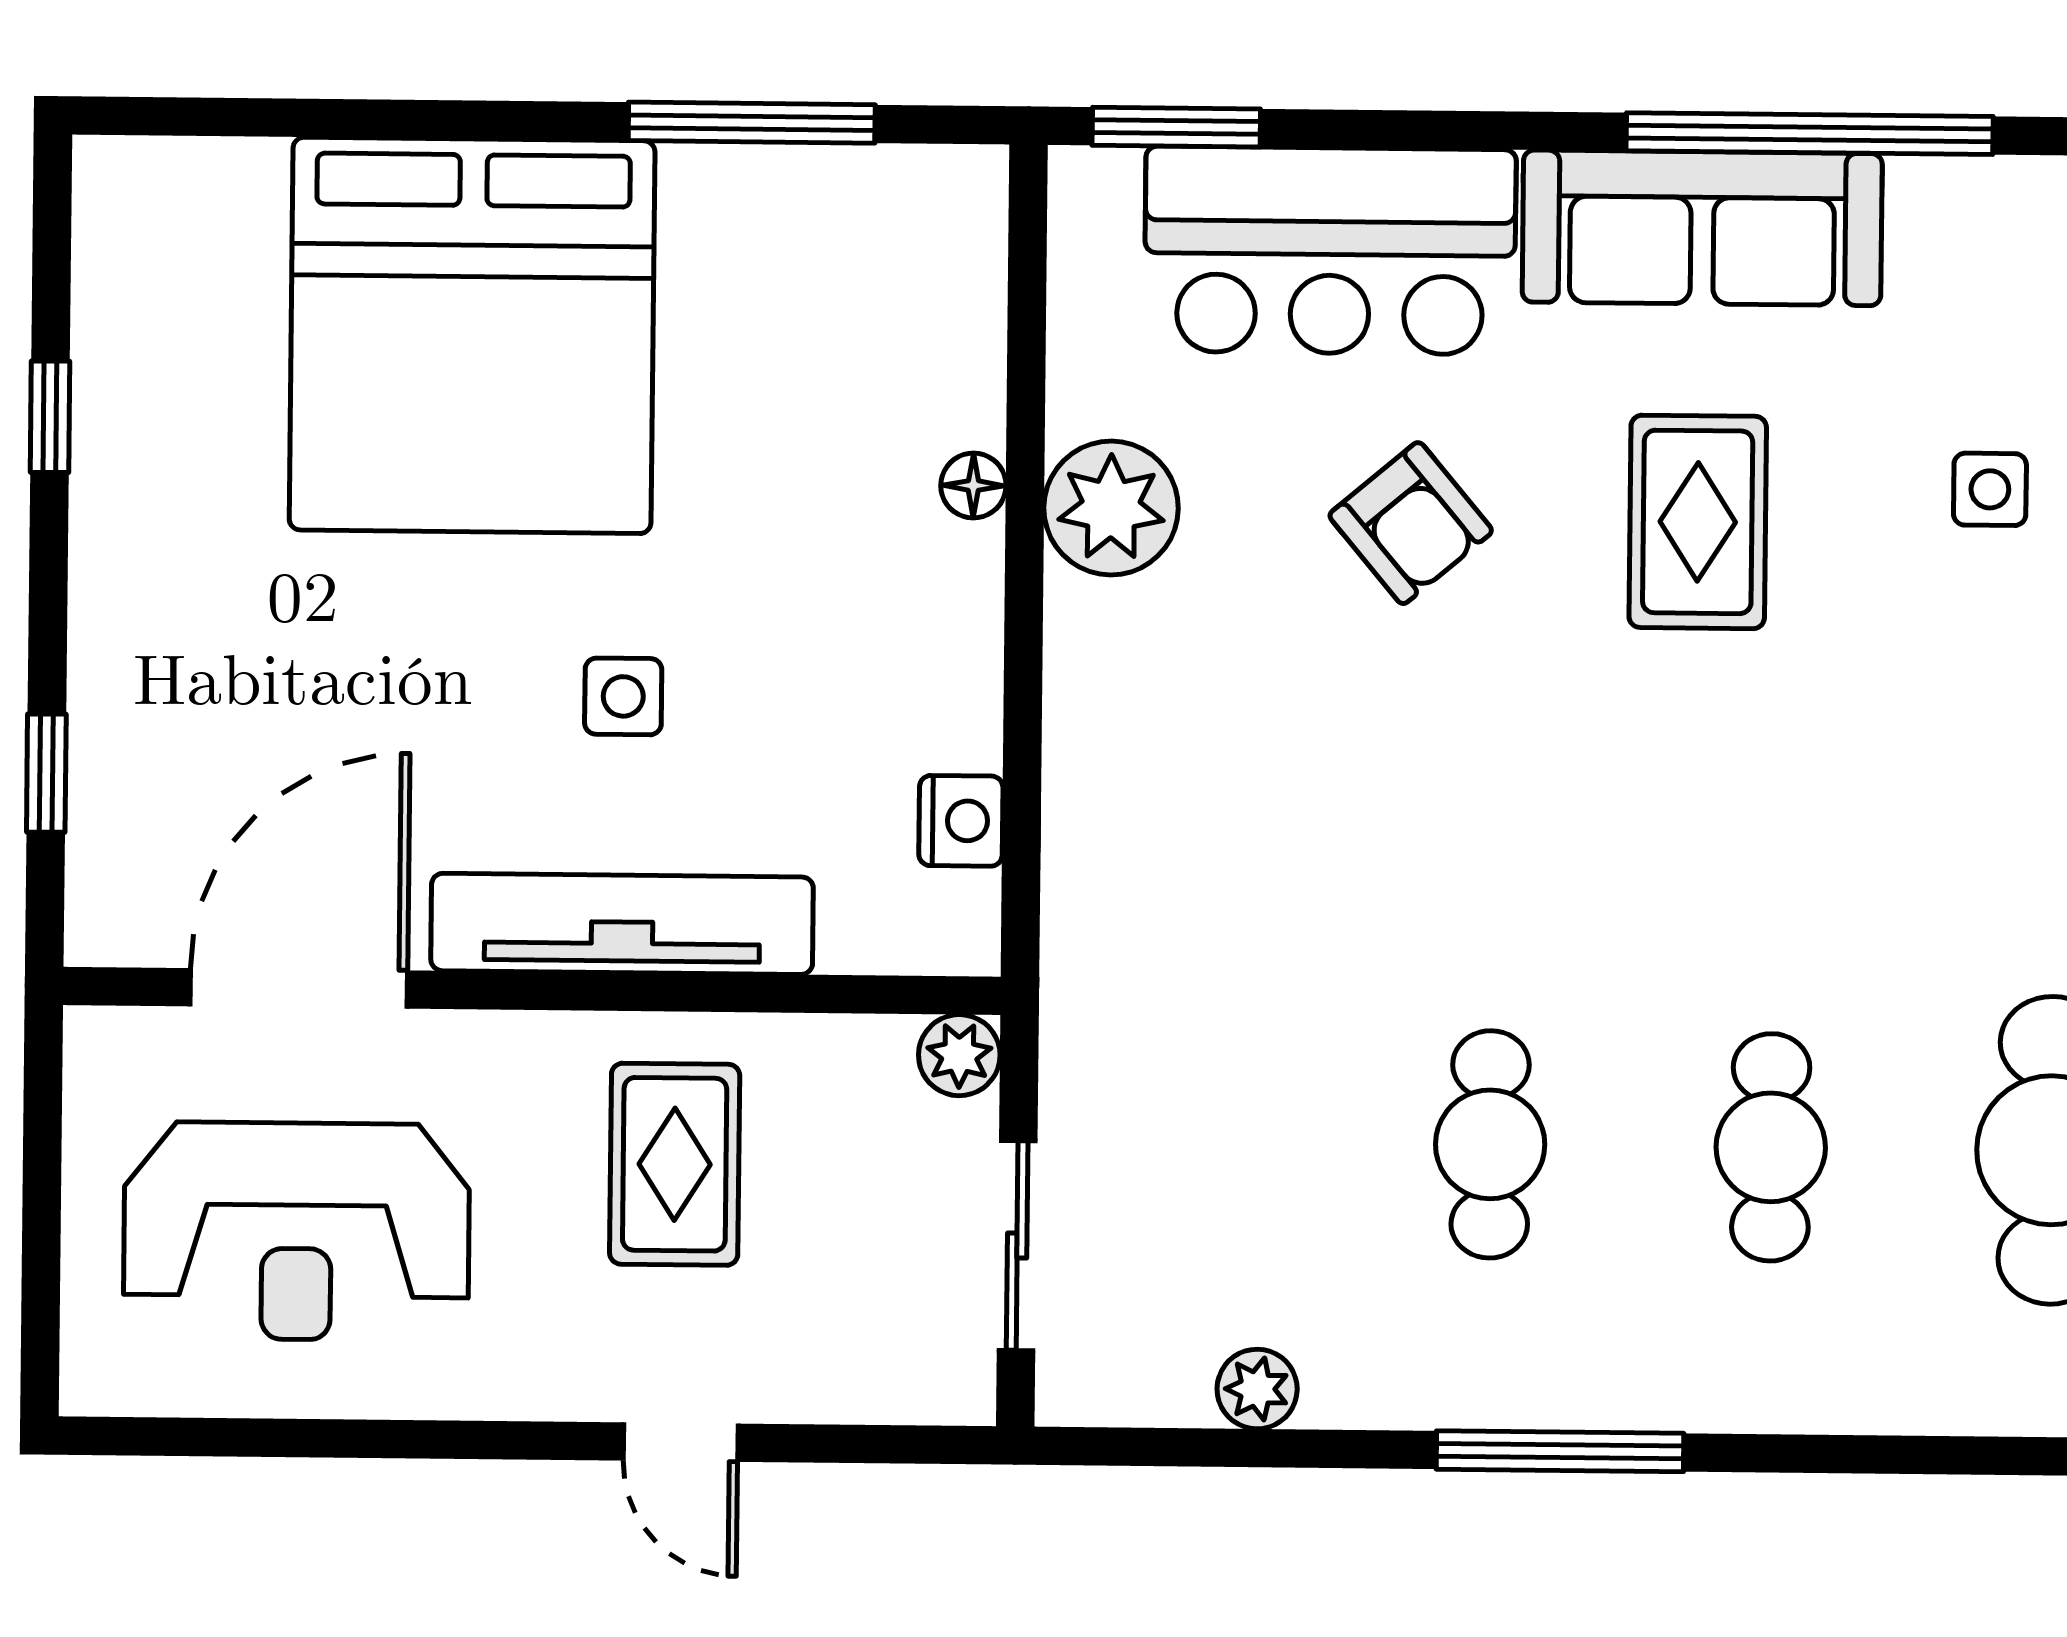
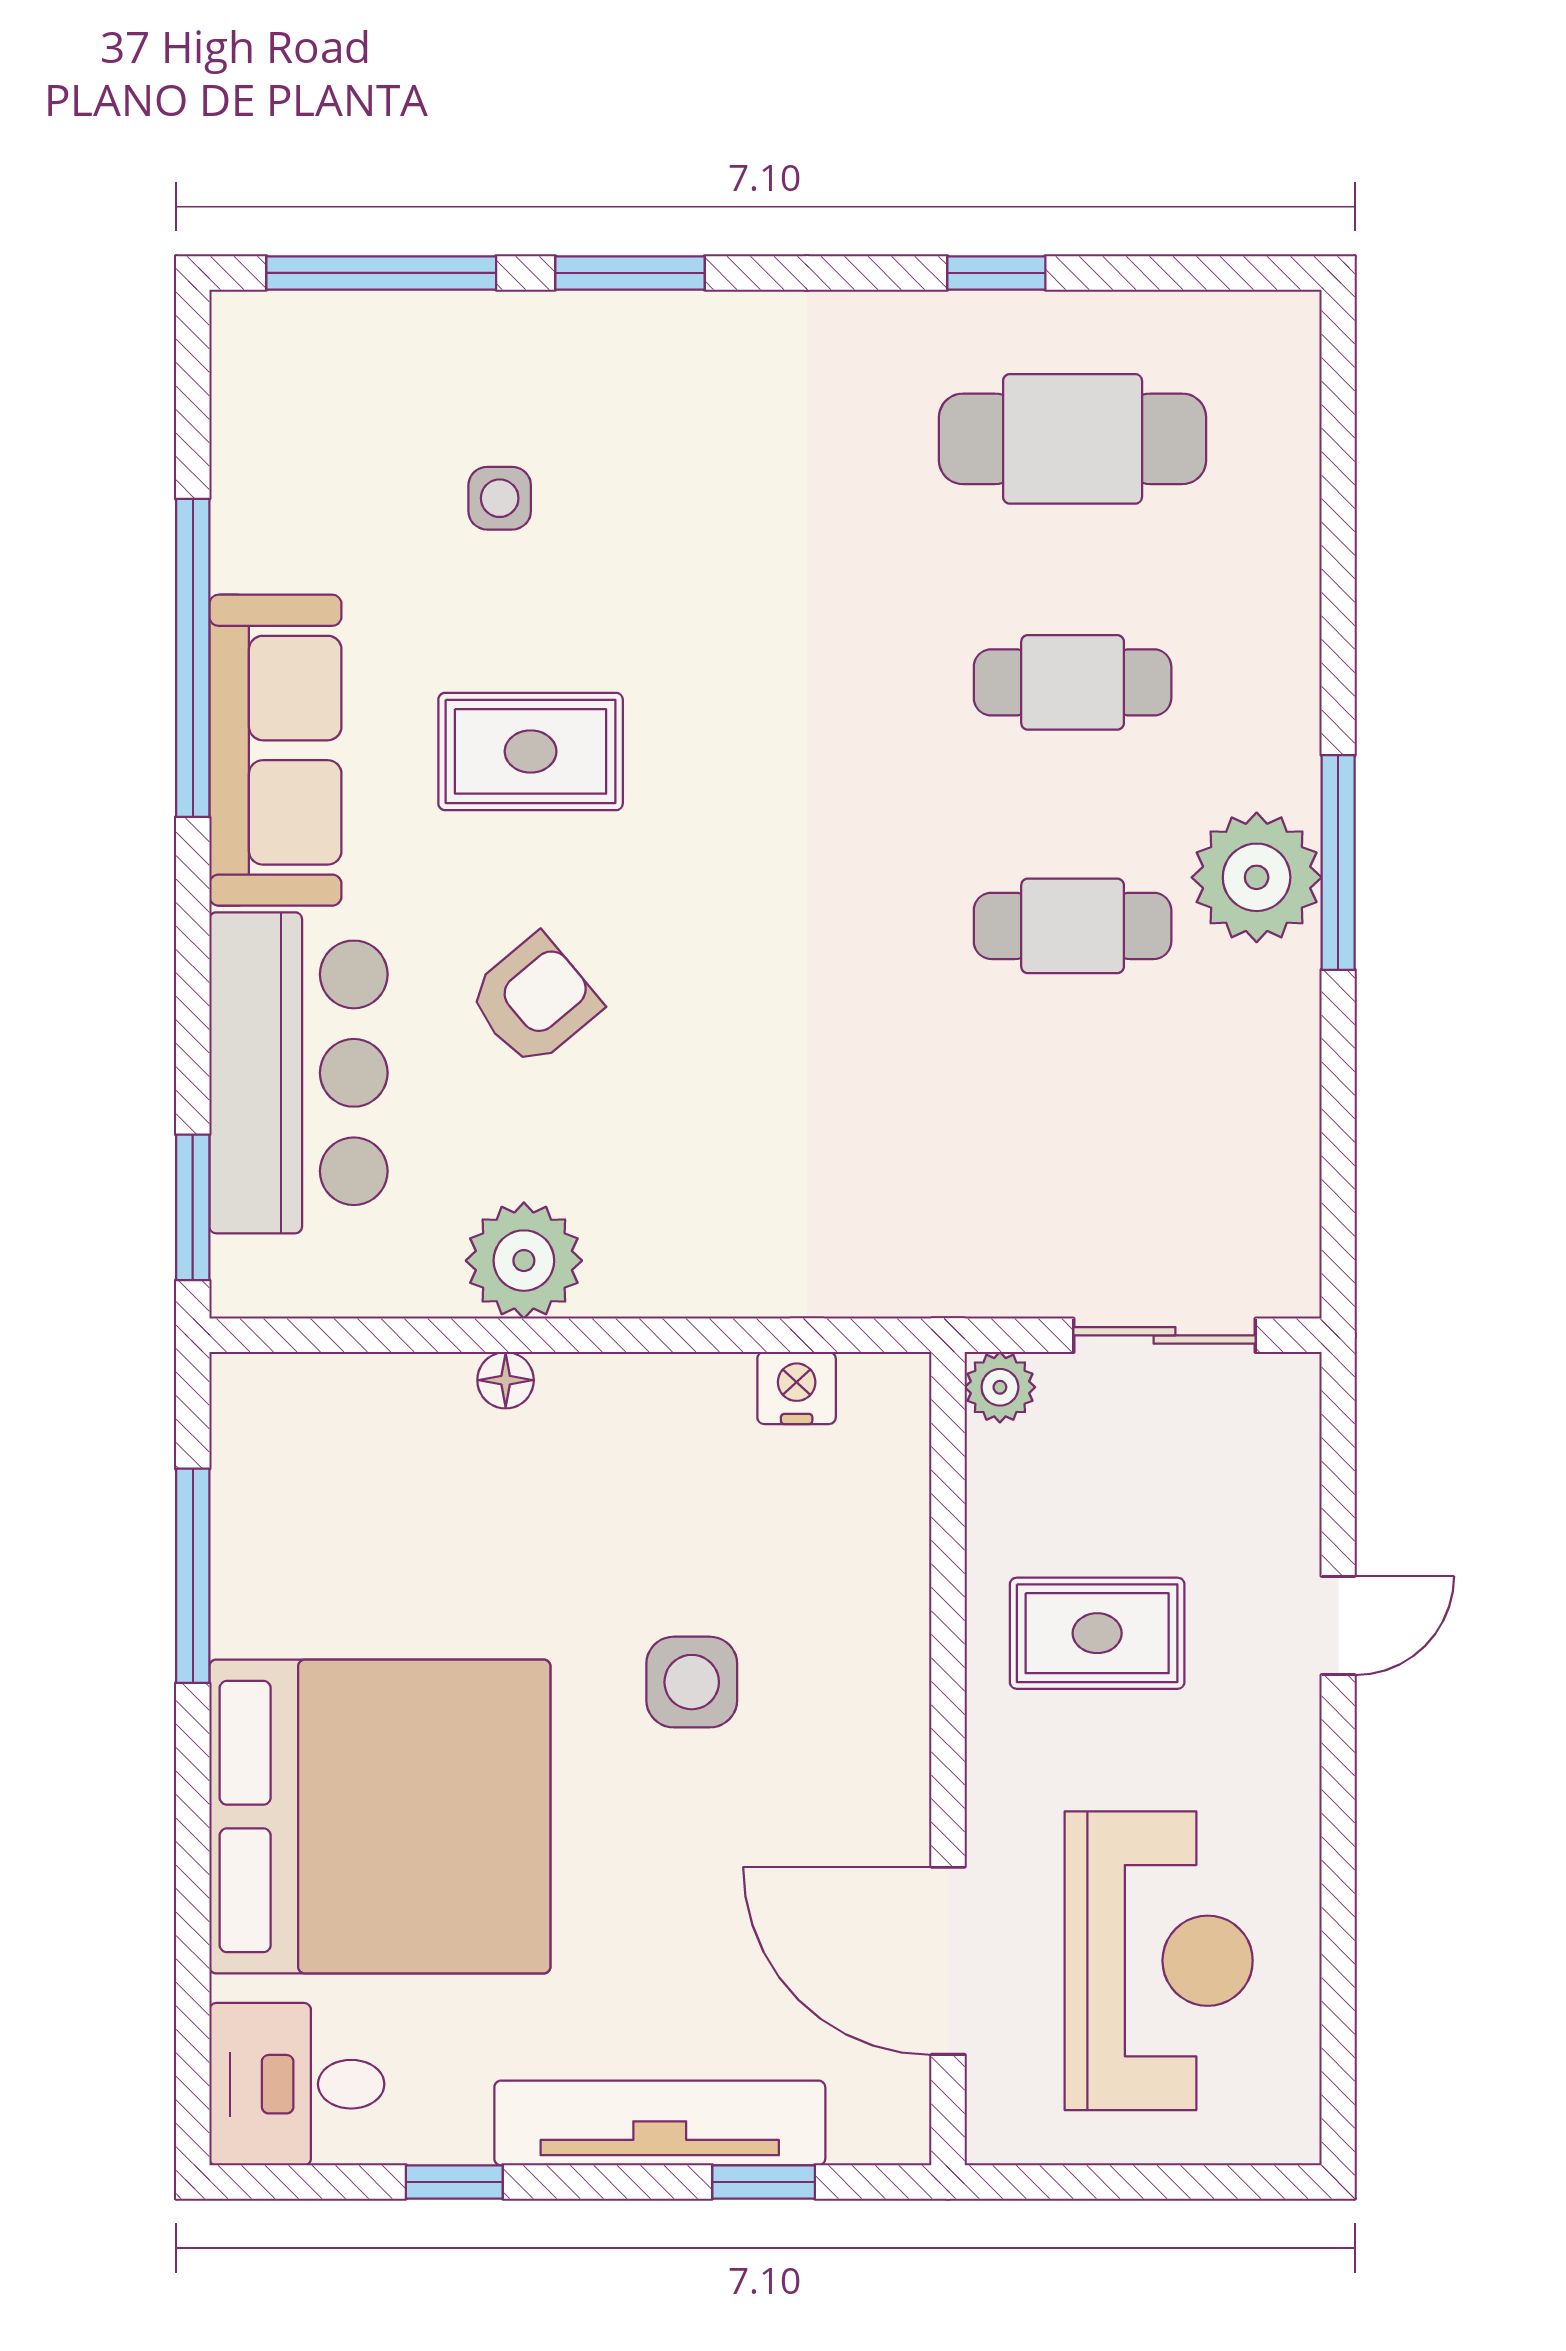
desk: (165, 236) -> (297, 2084), added
side table: (623, 696) -> (692, 1682), width x1.37, depth x1.37
tv unit: (622, 924) -> (660, 2123), moved, turned 90
plant: (1257, 1389) -> (1257, 877), moved, width x1.87, depth x1.87

